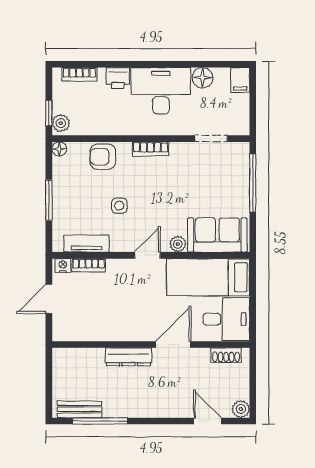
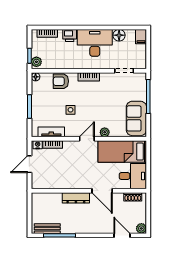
sofa: (217, 235) -> (136, 118), moved, turned -90
door: (173, 345) -> (102, 191), swing flipped

